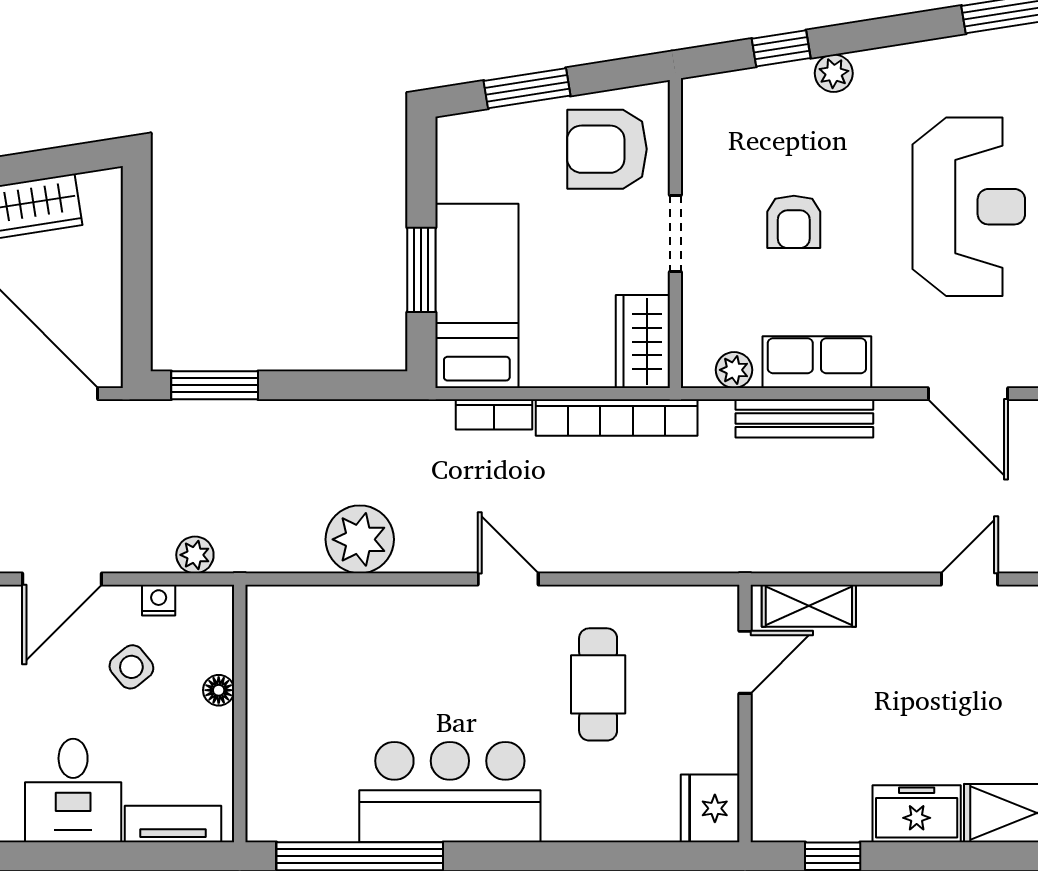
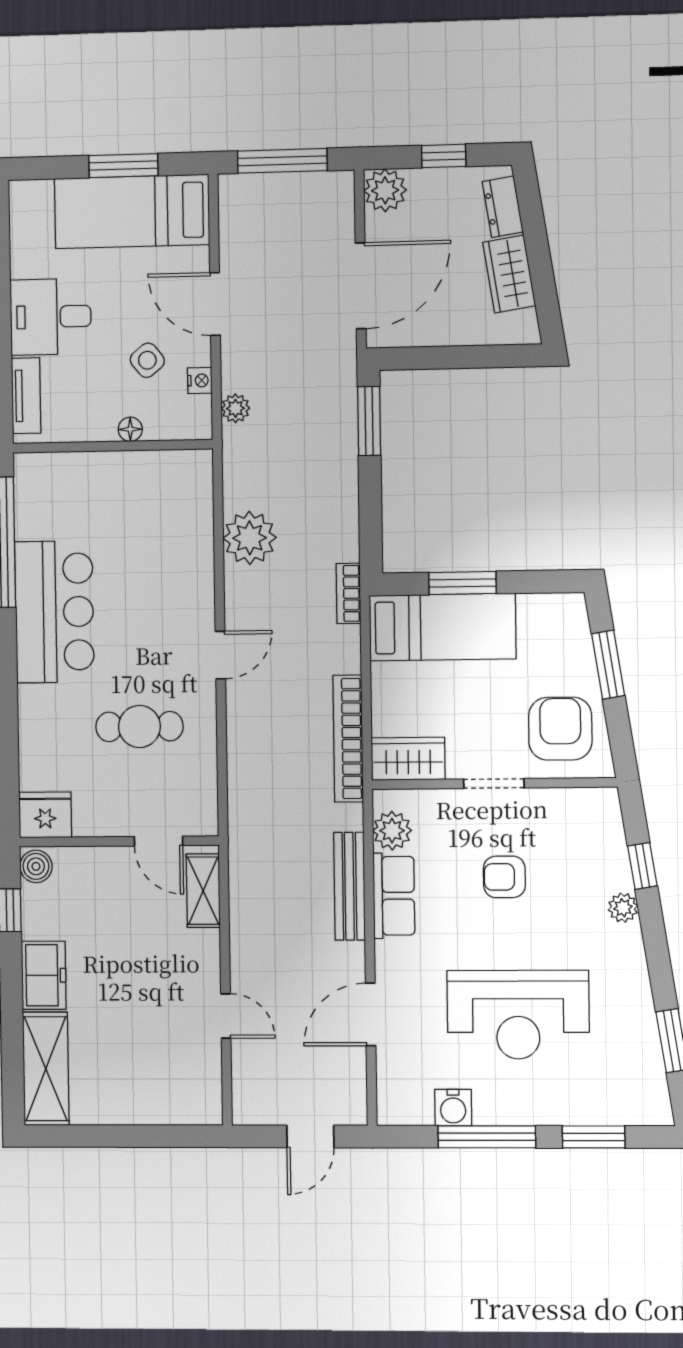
plant: (734, 370) -> (392, 831), width x1.38, depth x1.38
bookcase: (494, 414) -> (348, 593), moved
boiler: (776, 821) -> (36, 866), added

